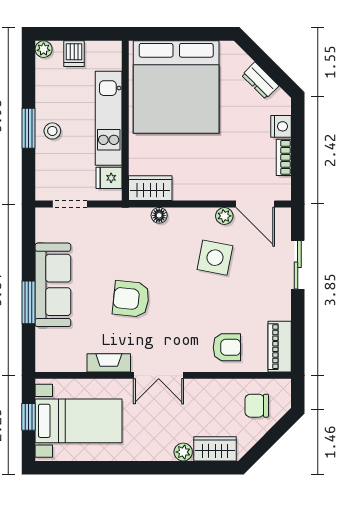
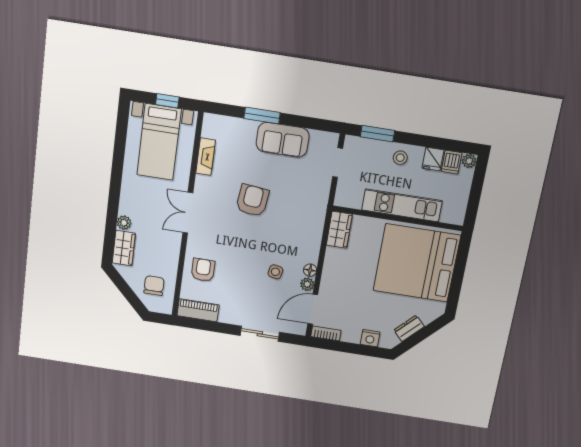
dishwasher: (74, 54) -> (452, 162), moved, turned -90
window: (28, 128) -> (377, 134), moved
bookcase: (284, 157) -> (326, 333), moved
fridge: (109, 178) -> (433, 159), moved, turned 180
floor lamp: (159, 215) -> (310, 270), moved
side table: (215, 258) -> (275, 272), width x0.54, depth x0.54
sofa: (53, 285) -> (283, 140), width x0.73
armchair: (227, 347) -> (203, 270), turned 180
fireplace: (109, 363) -> (206, 157), moved

